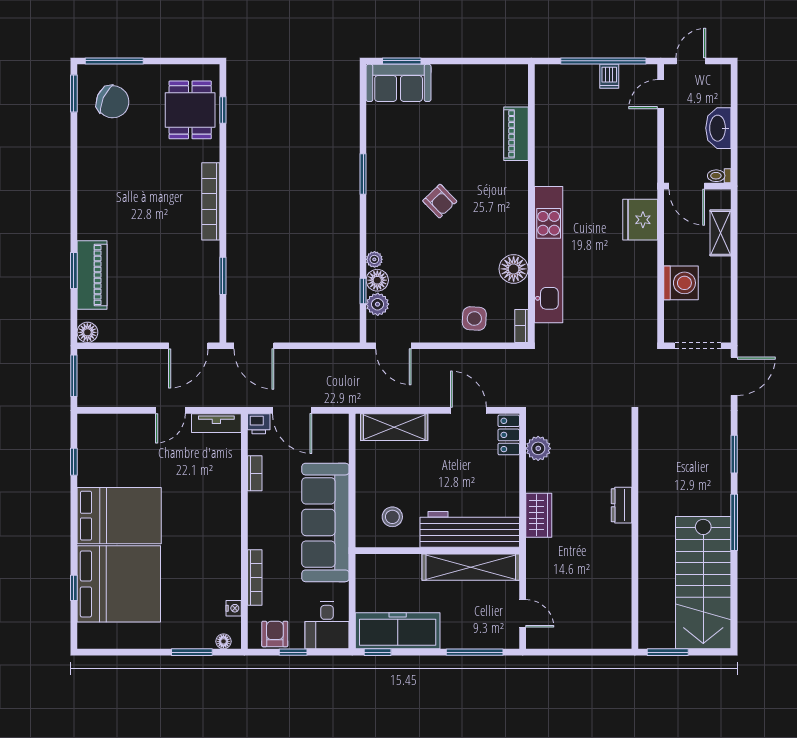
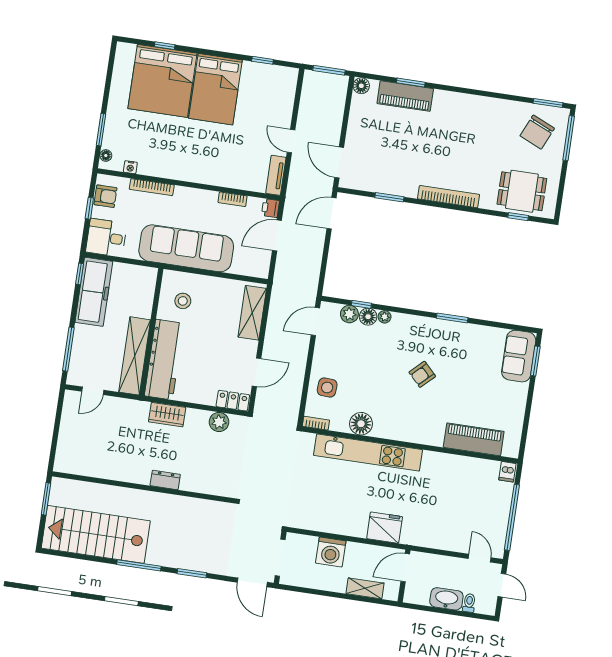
dishwasher: (609, 76) -> (507, 472), moved, turned -90
piano: (516, 134) -> (474, 439), width x1.37, depth x1.33
toilet: (719, 176) -> (469, 603), moved

